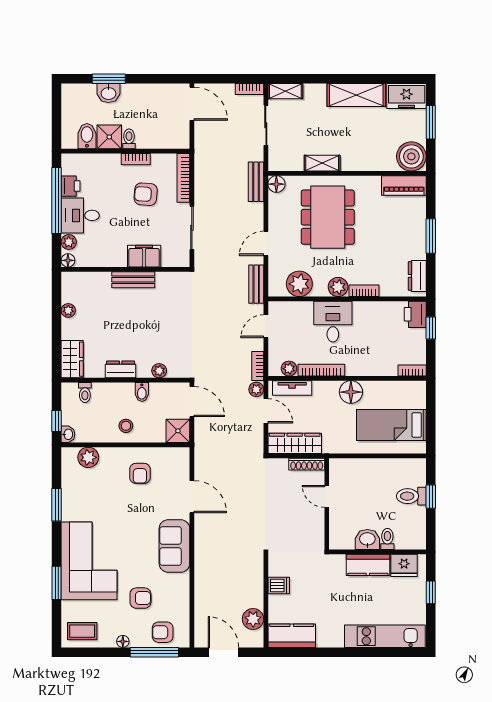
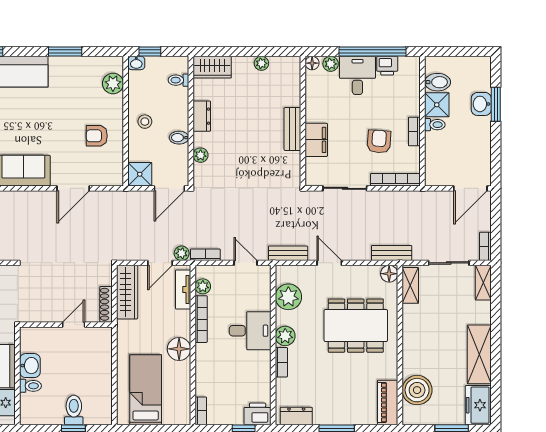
boiler: (411, 156) -> (417, 390), moved
shelving: (322, 163) -> (410, 285), moved

